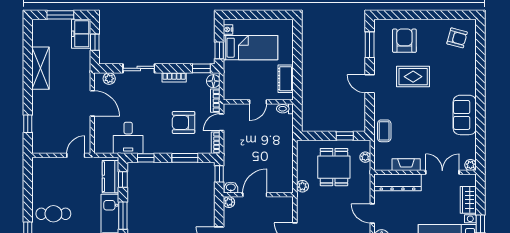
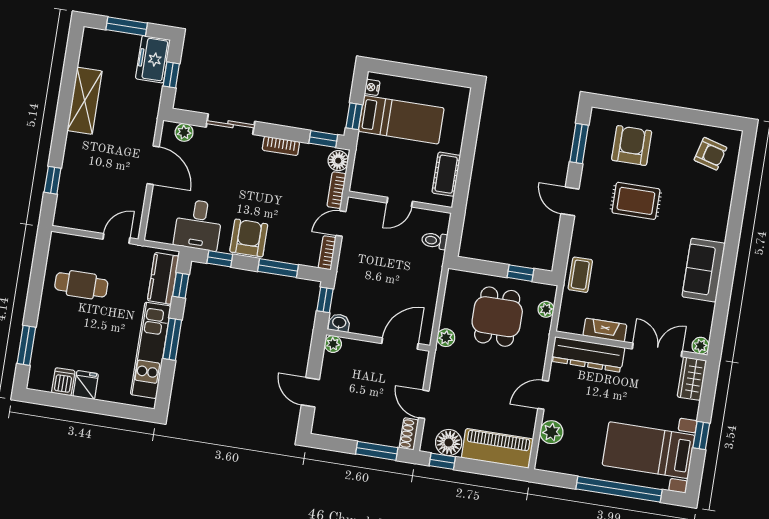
toilet: (285, 109) -> (434, 241), moved
armchair: (184, 122) -> (249, 238), moved, turned 90
door: (255, 195) -> (400, 343), moved
wardrobe: (468, 200) -> (692, 379), moved
cafe table: (53, 214) -> (81, 285), moved
door: (372, 214) -> (543, 395), hinge flipped

